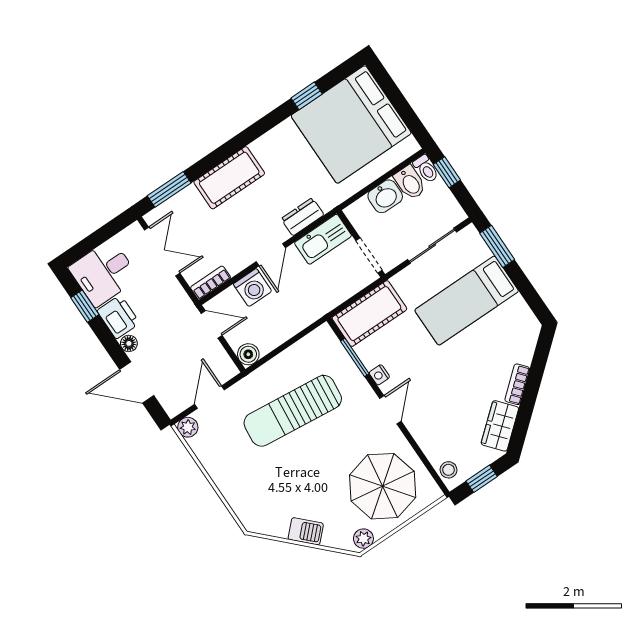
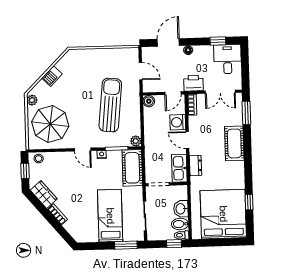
printer: (118, 317) -> (193, 83), moved, turned 180
plant: (188, 427) -> (136, 141), moved

